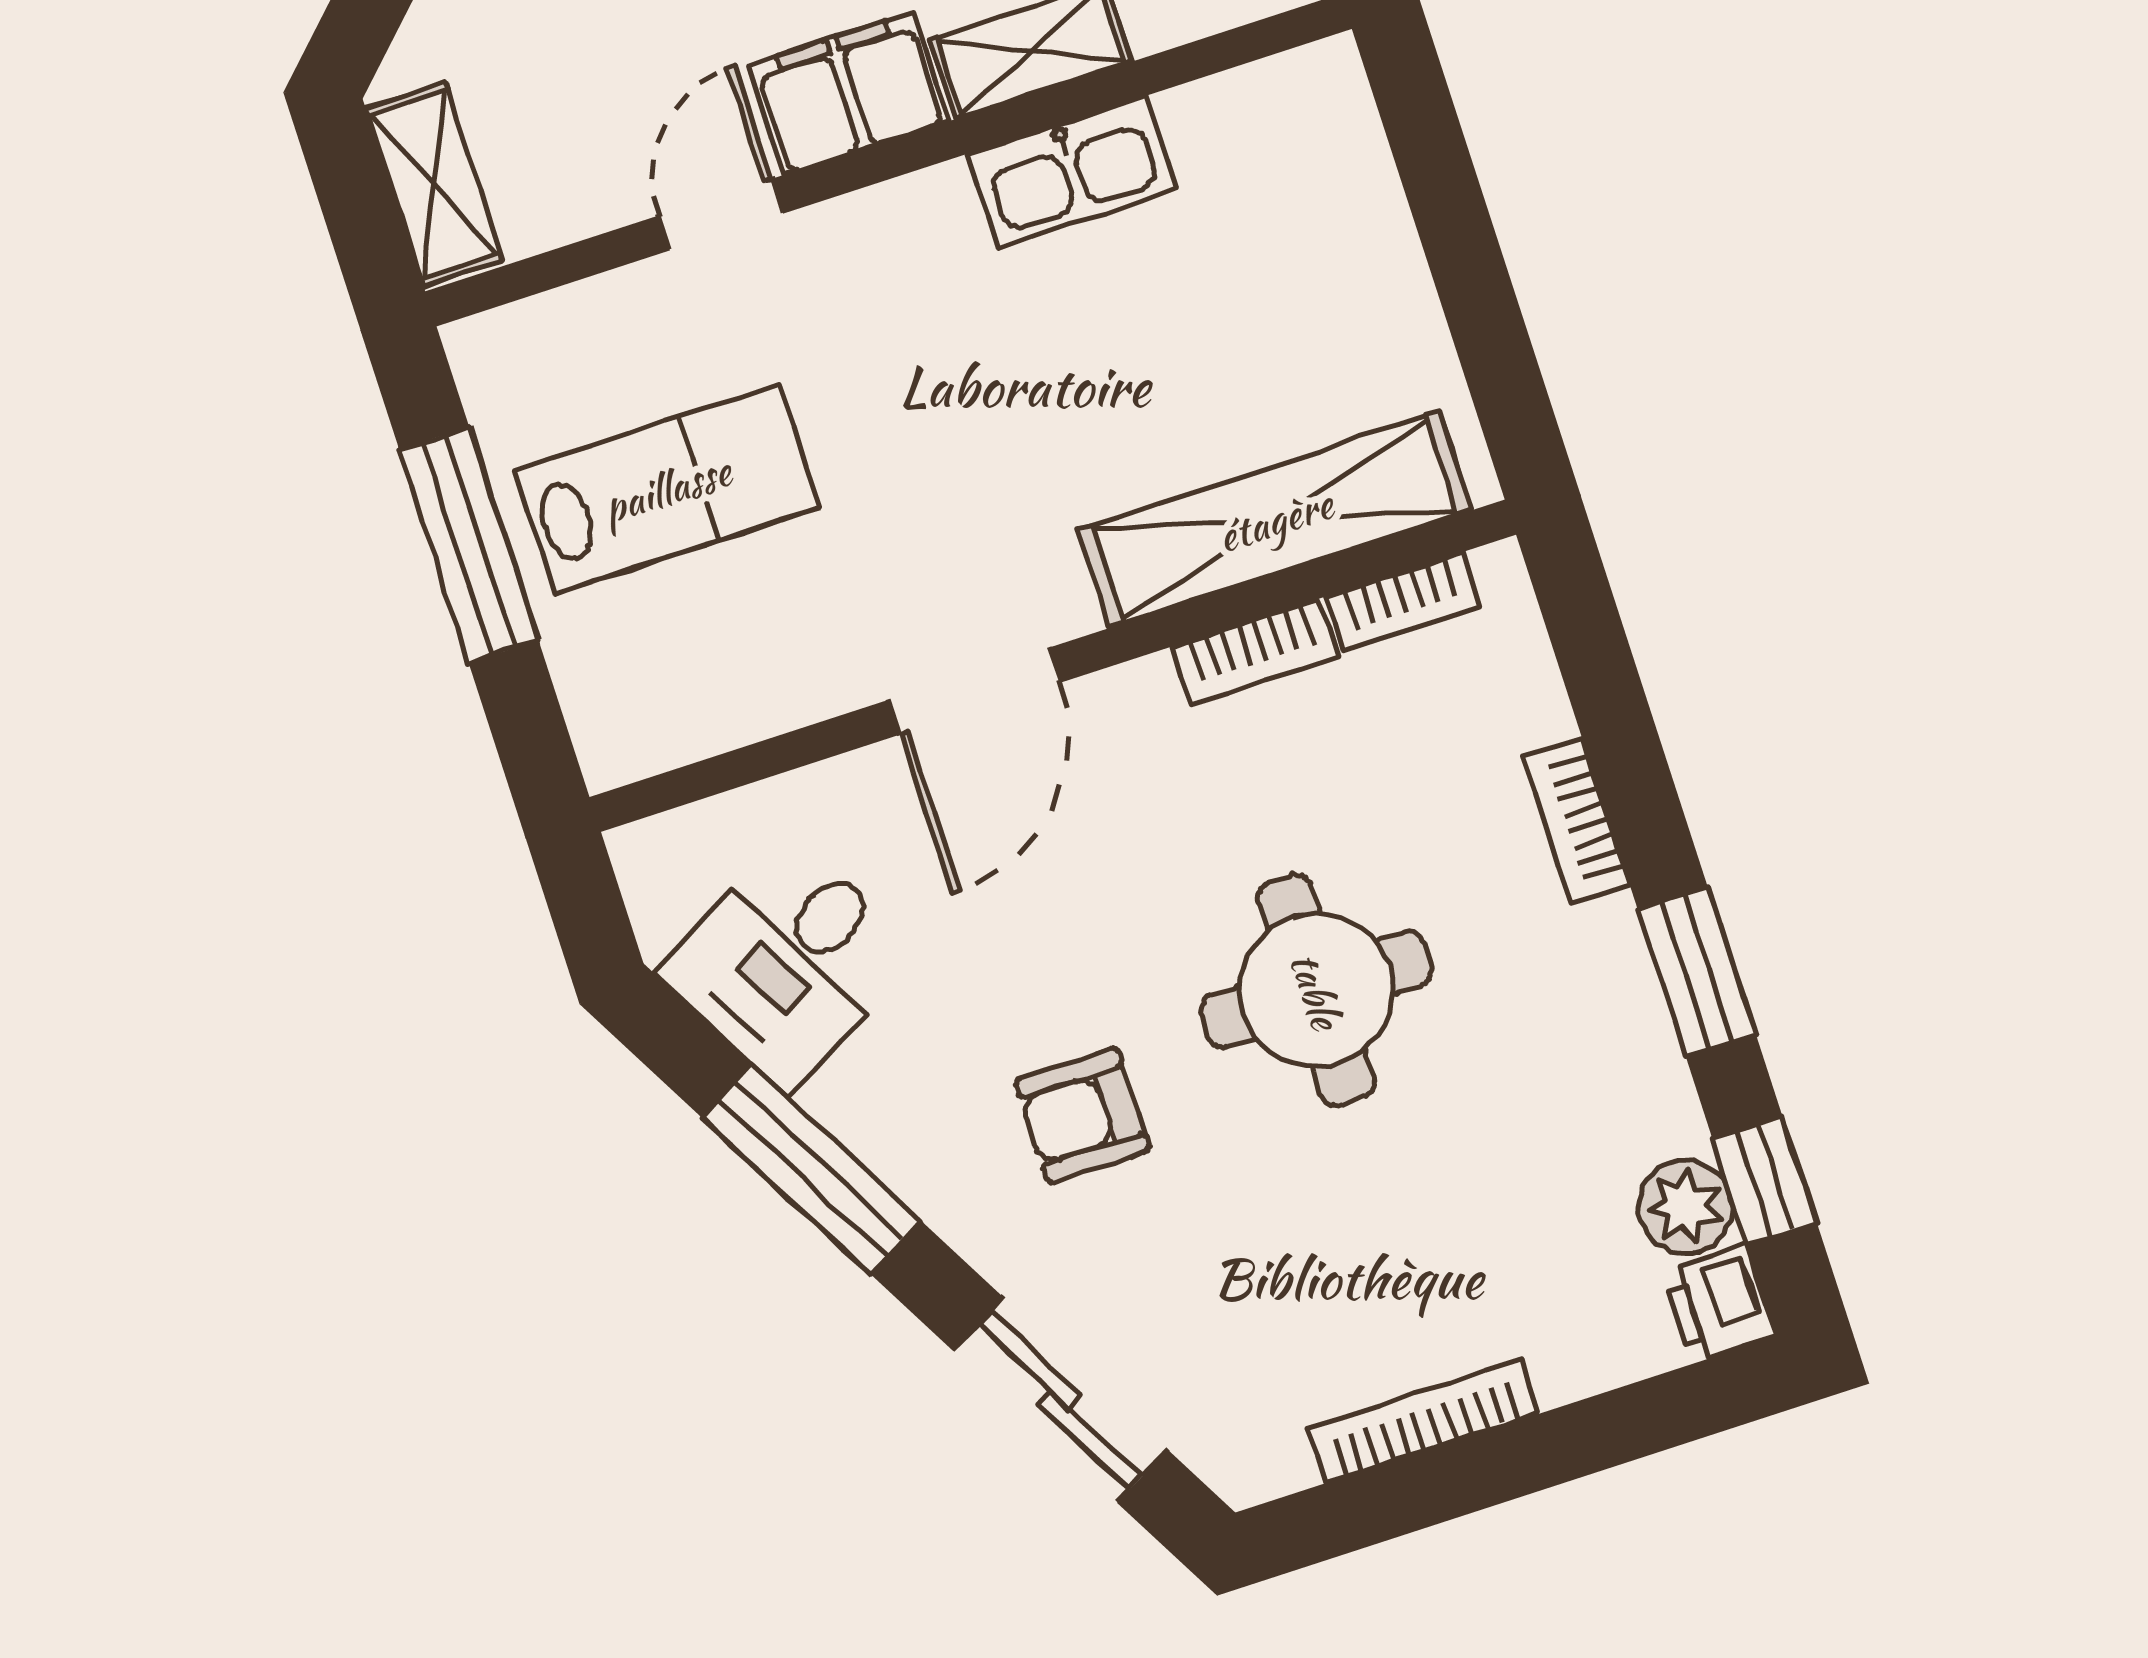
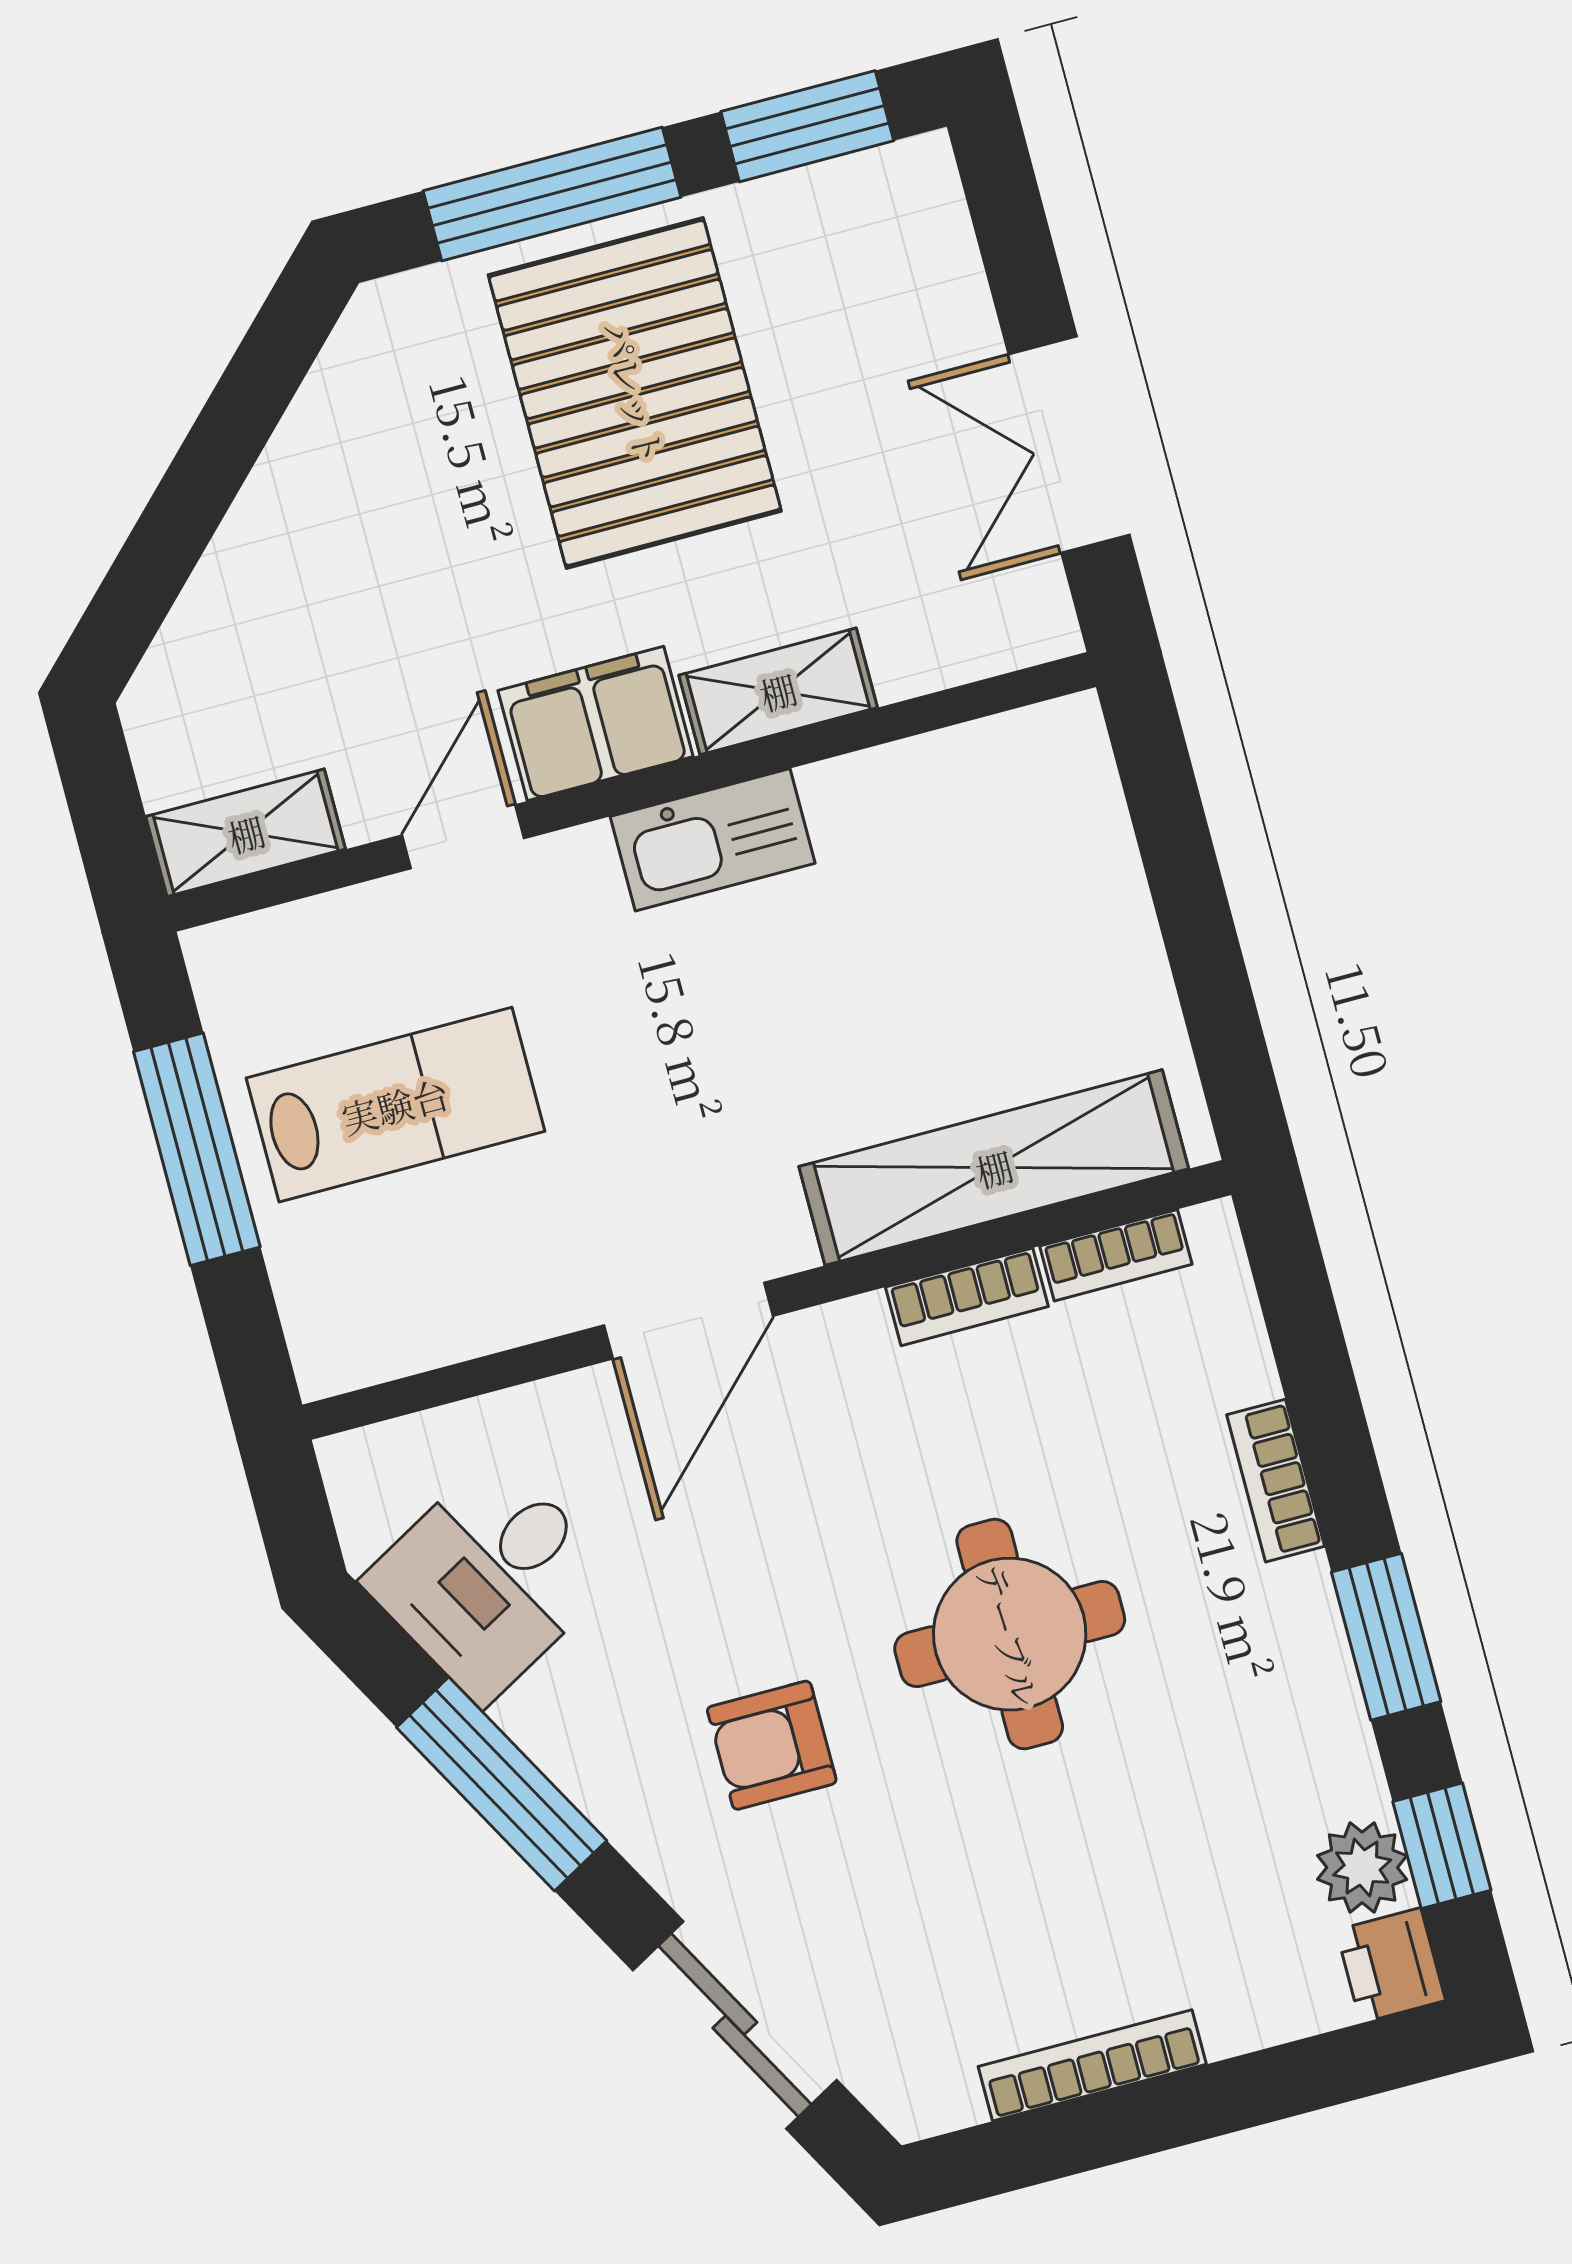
kitchen sink: (1072, 172) -> (713, 840), moved
shelving: (435, 185) -> (246, 833), moved, turned 90

